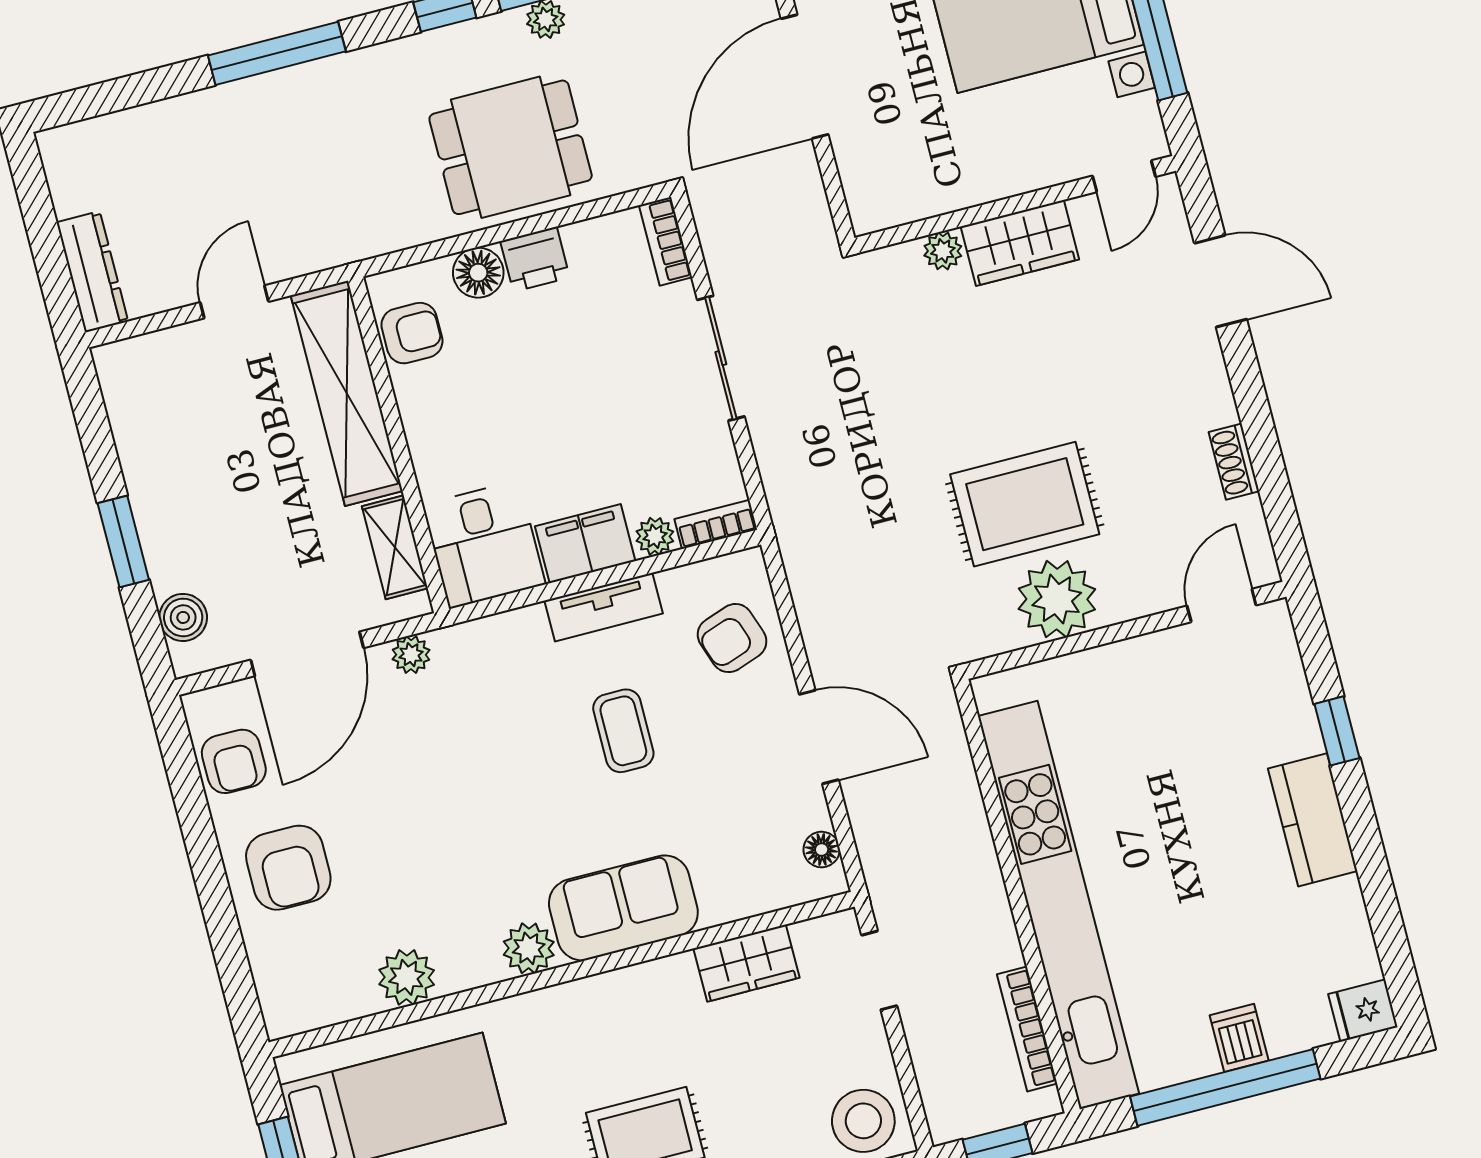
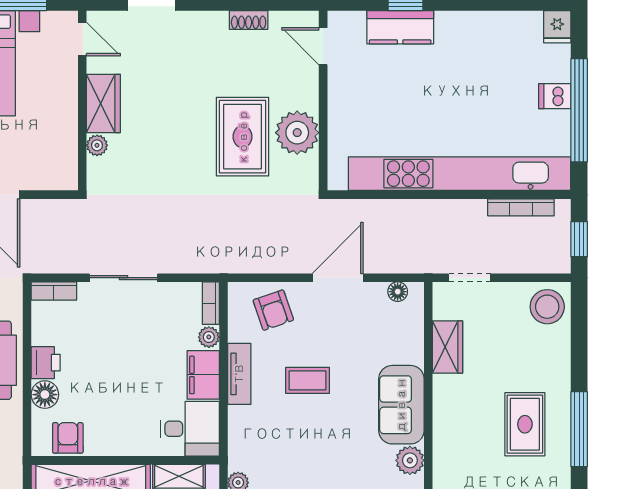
kitchen counter: (1313, 820) -> (400, 27), moved

